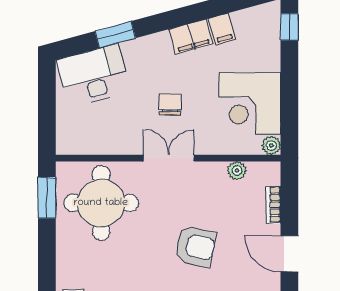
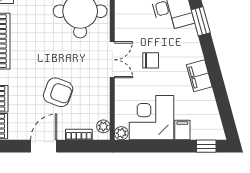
filing cabinet: (222, 29) -> (182, 130), moved, turned 105
plant: (237, 171) -> (103, 126), moved
armchair: (195, 246) -> (58, 92), moved, turned -82

